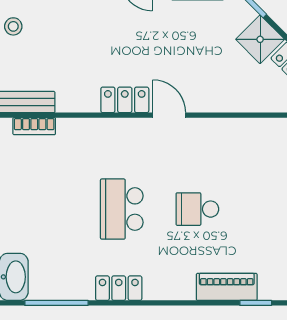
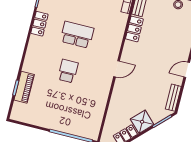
locker: (125, 100) -> (134, 29), moved
piano: (227, 287) -> (24, 87), moved

